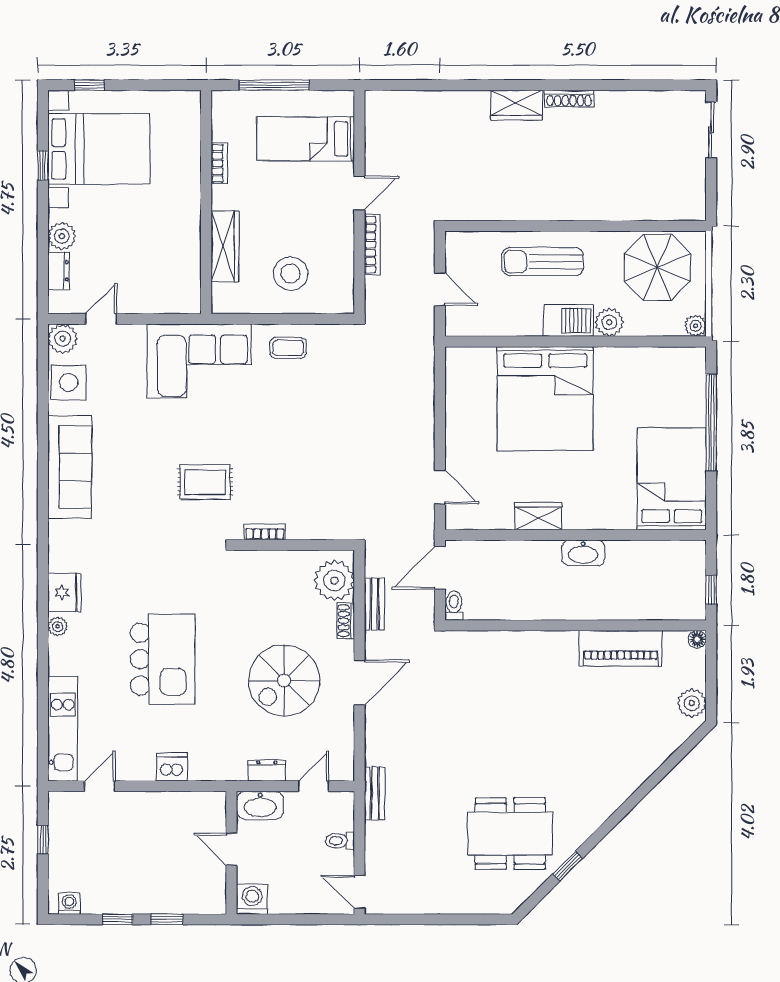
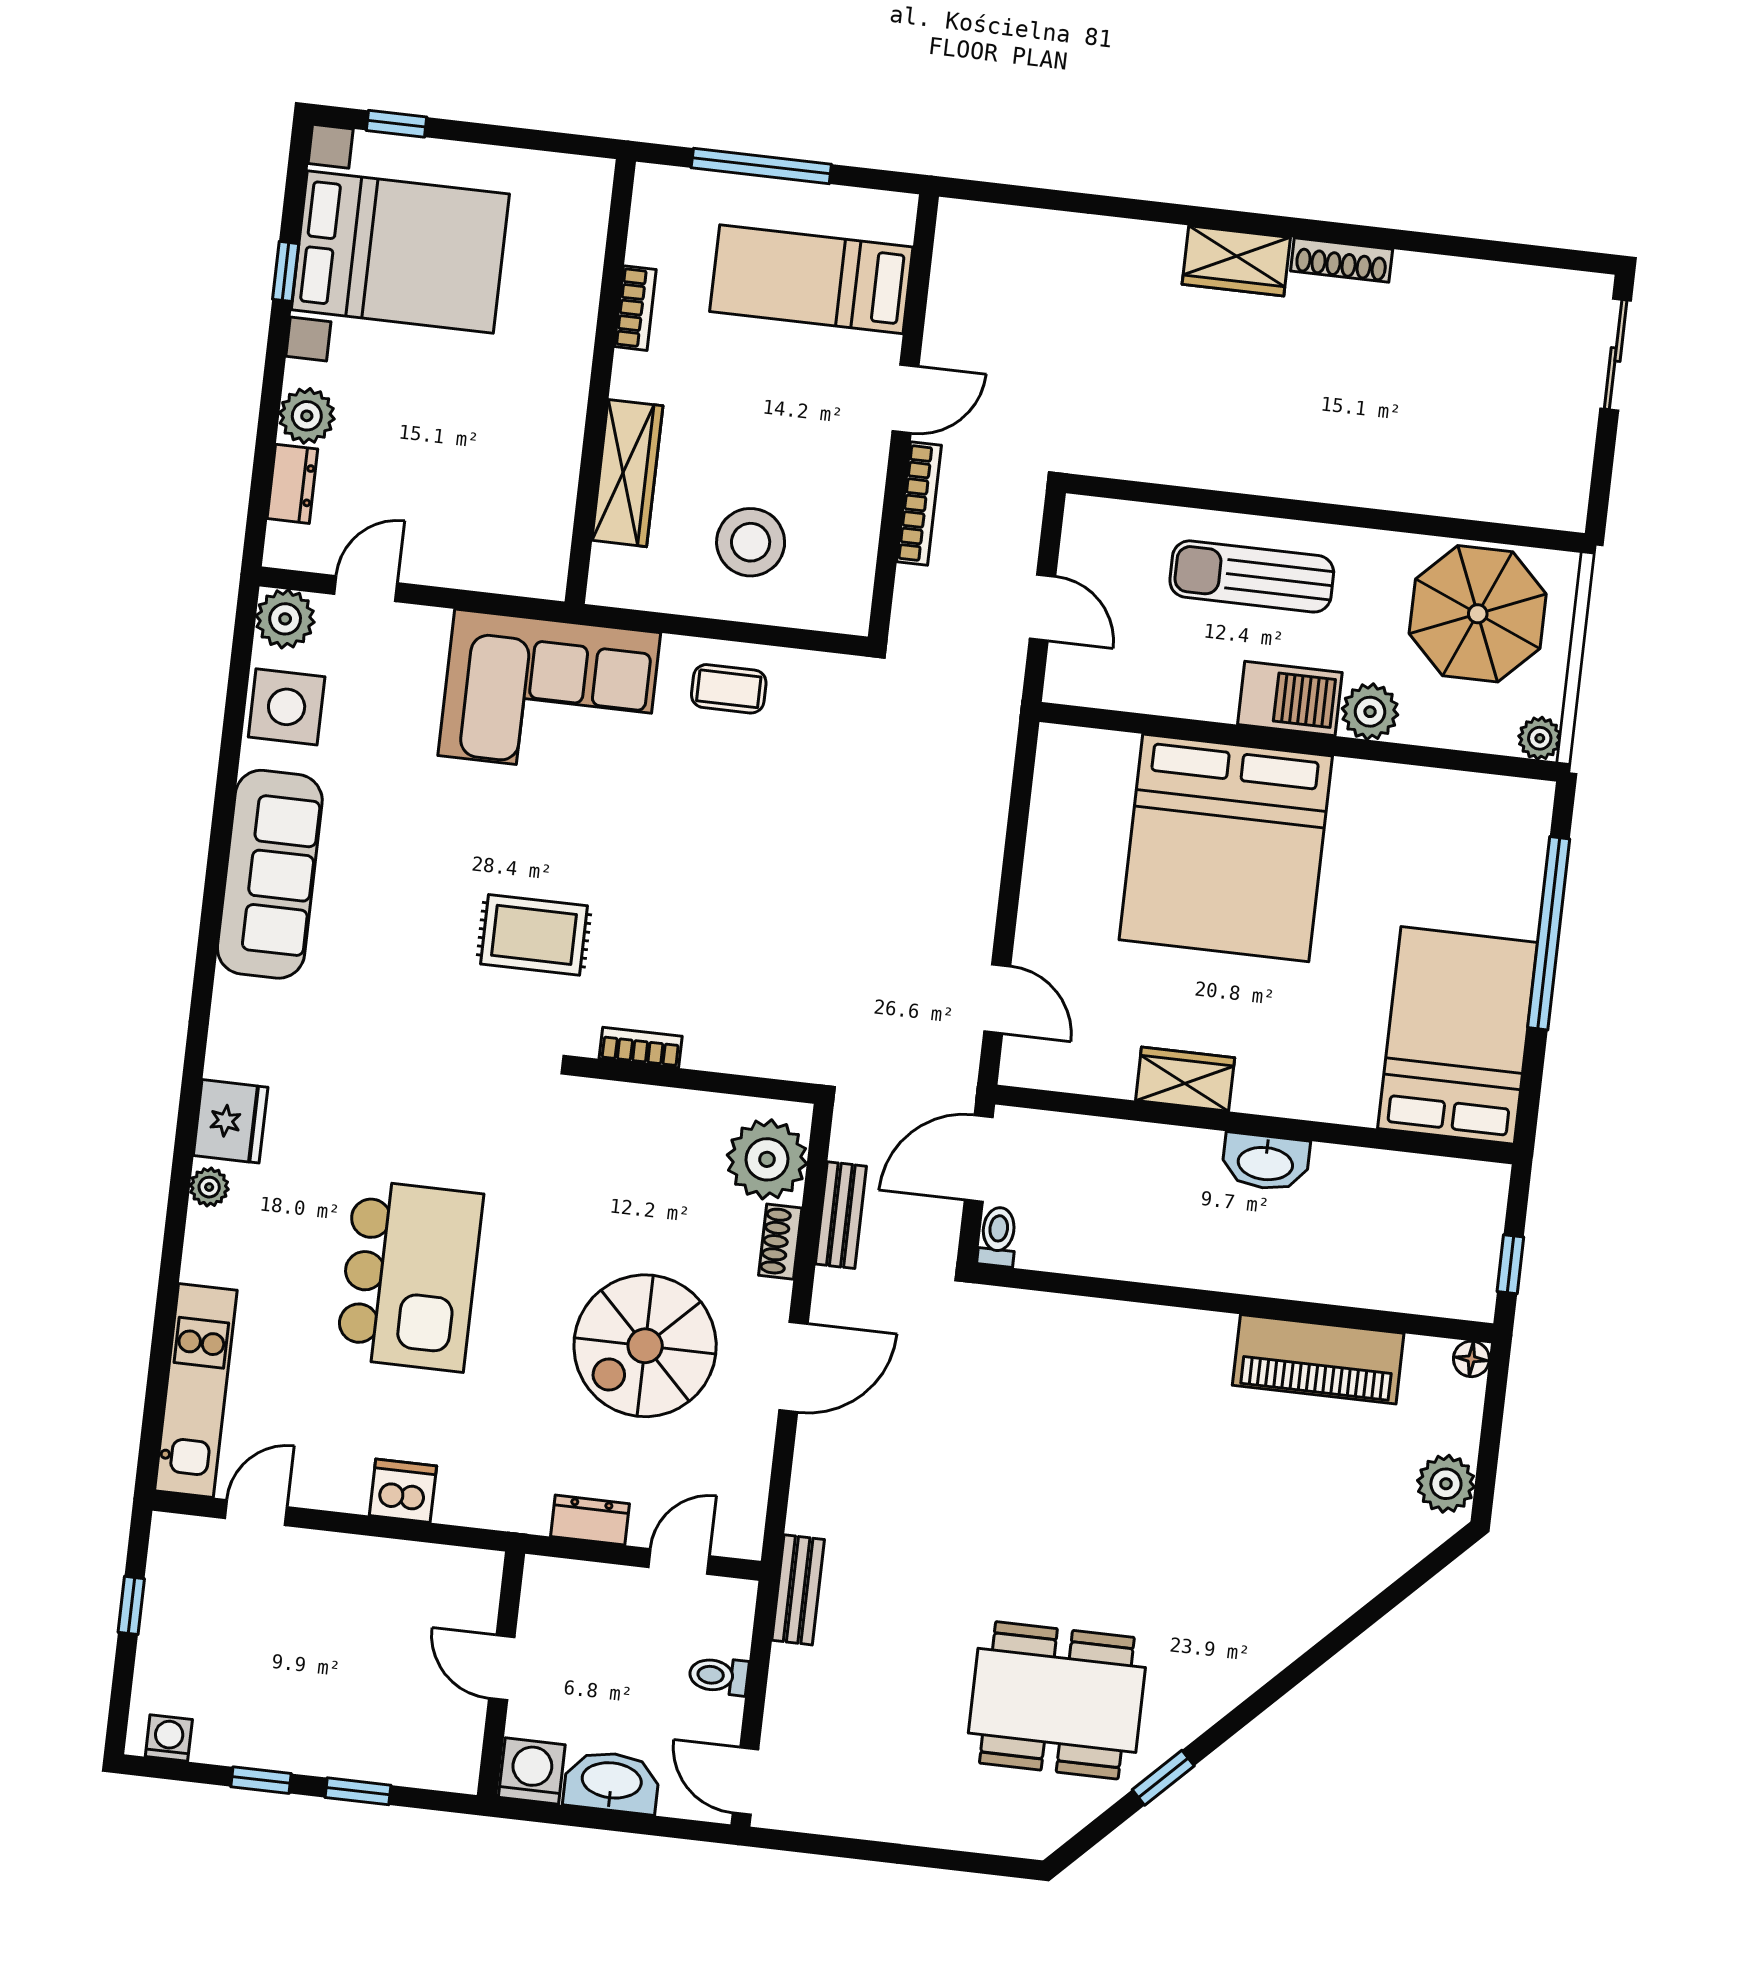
washbasin: (260, 805) -> (612, 1782), moved, turned 180

